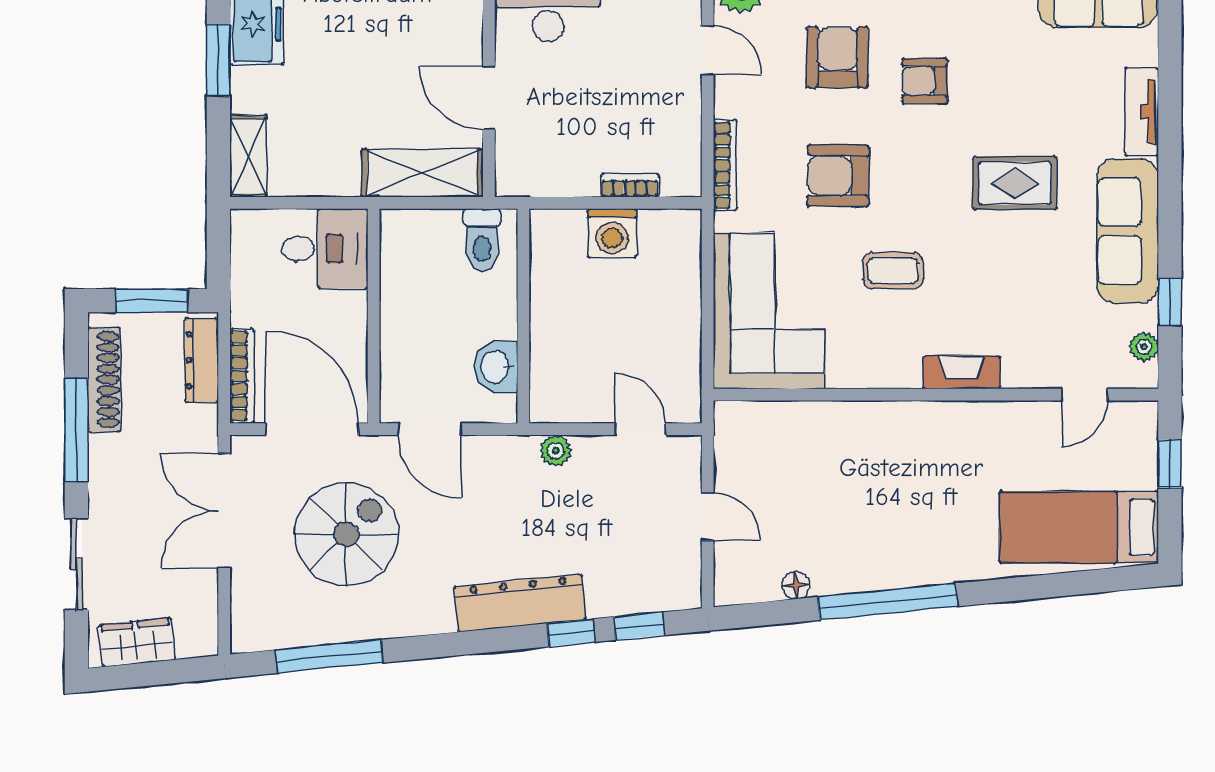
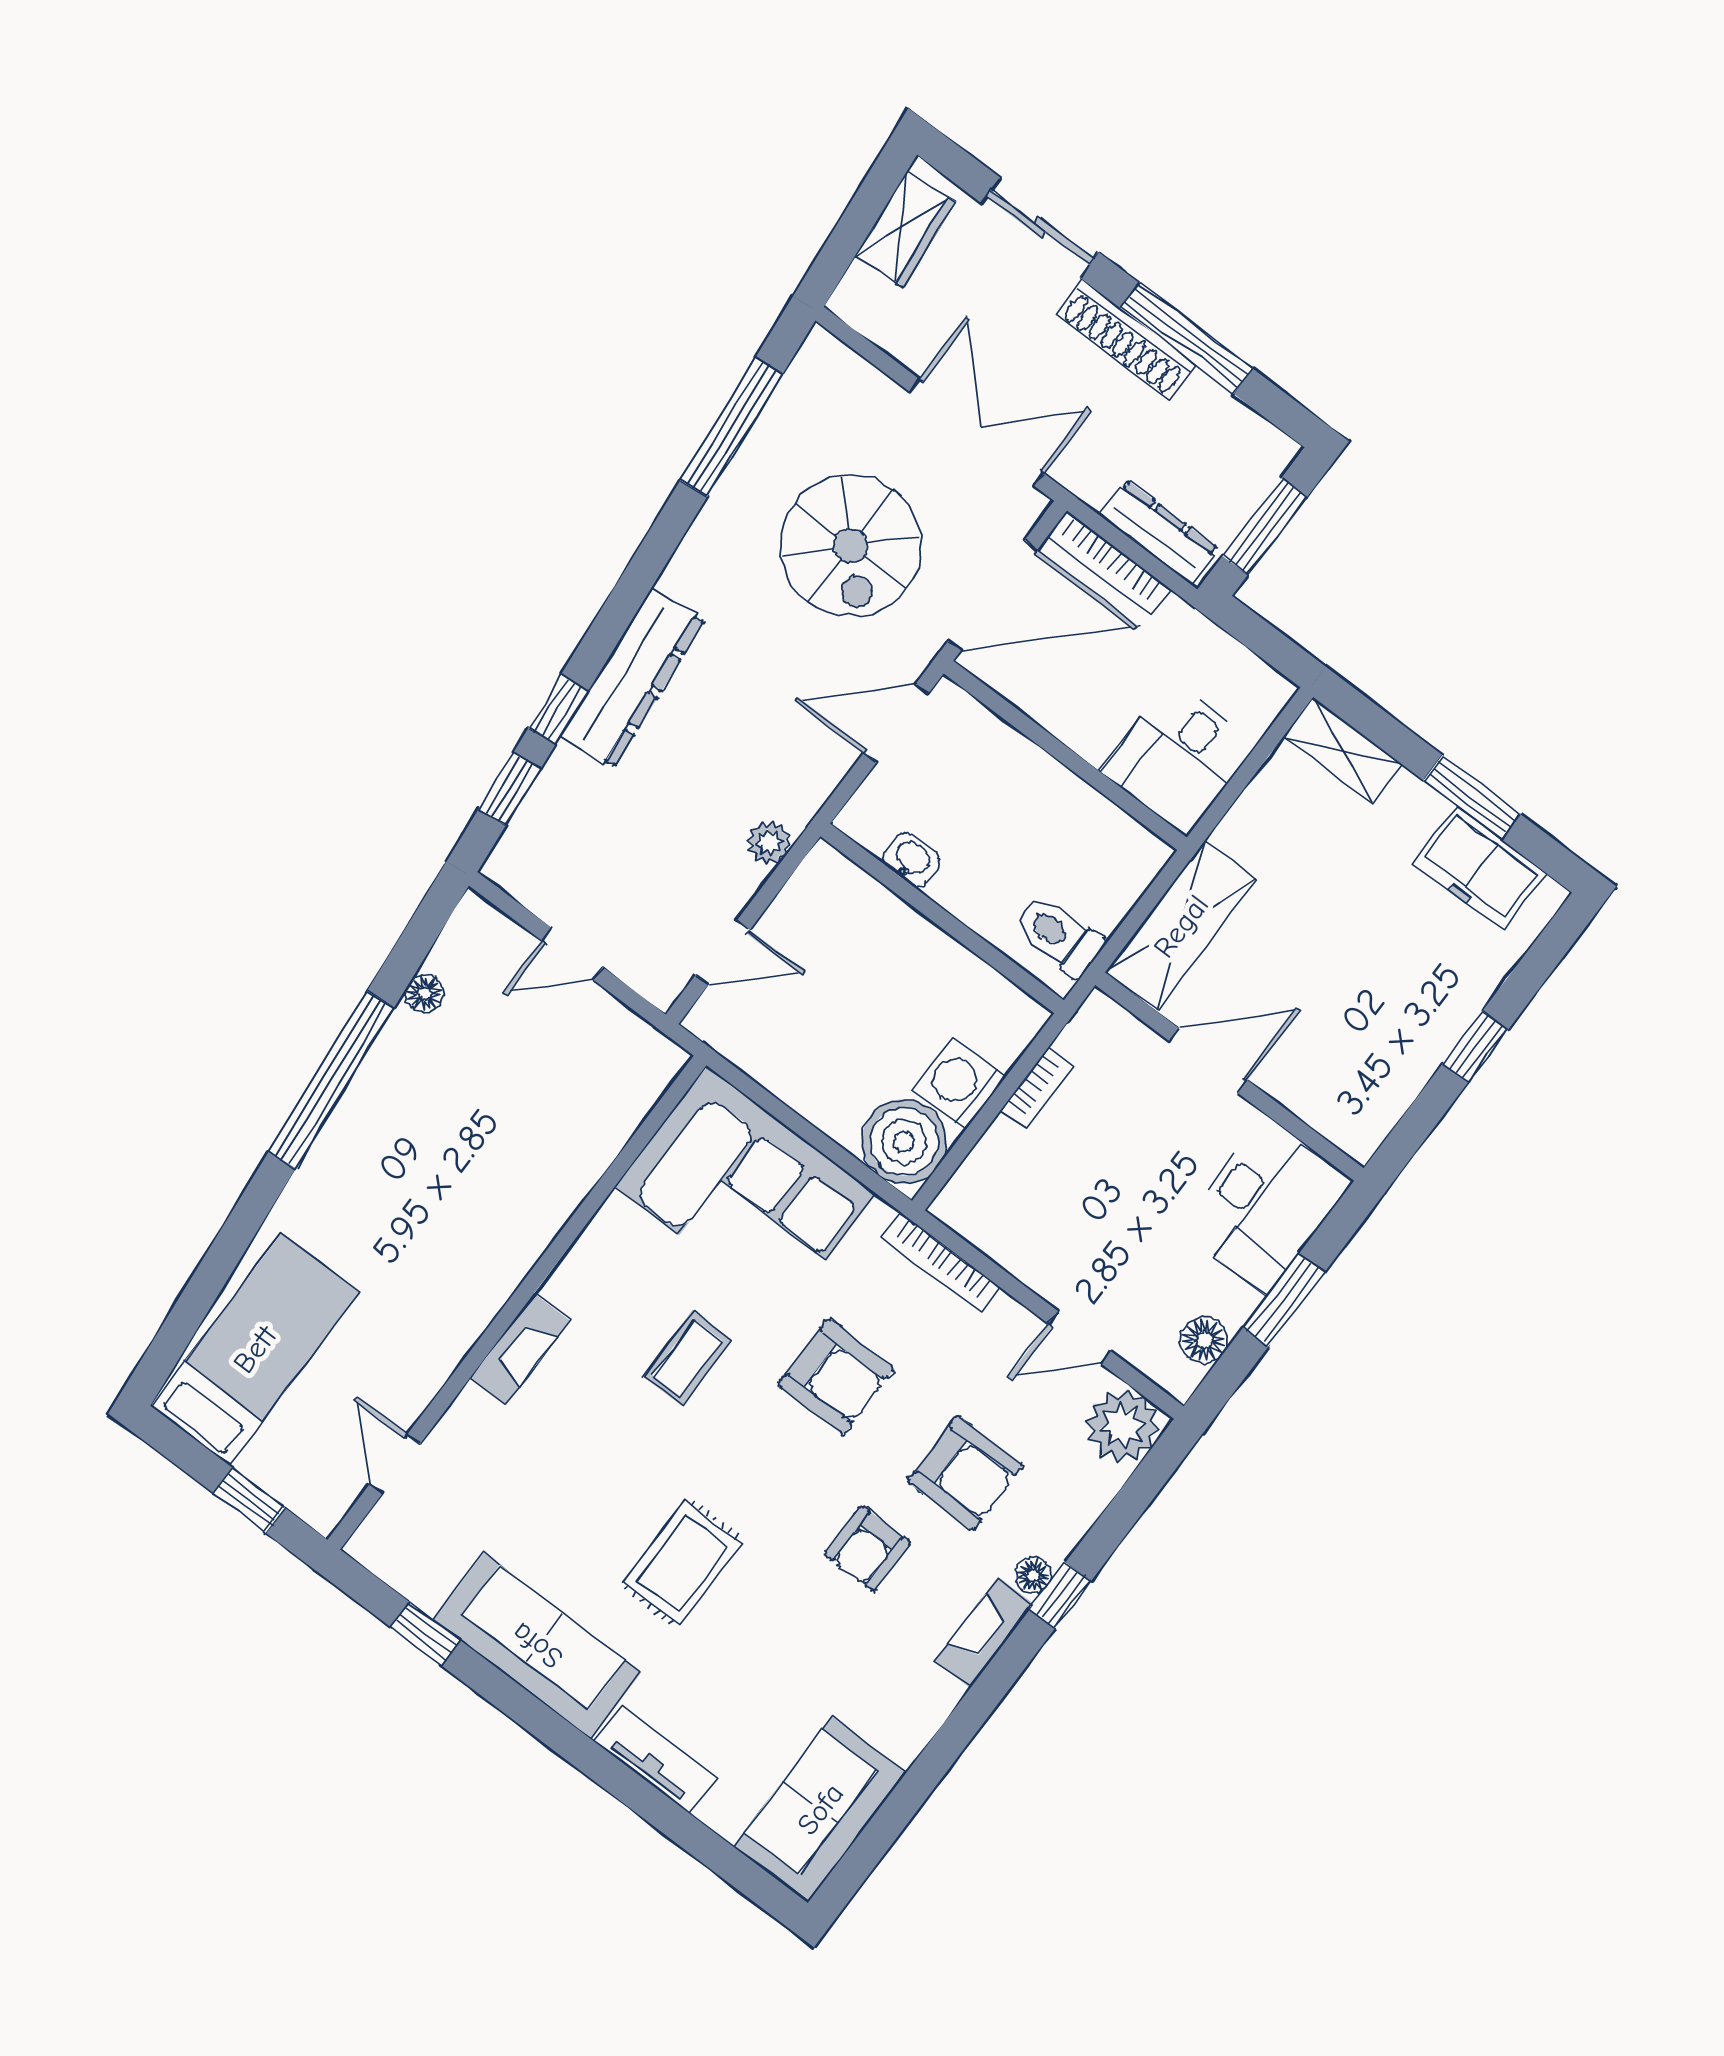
armchair: (925, 81) -> (868, 1549), turned 180
armchair: (838, 176) -> (836, 1376), turned 89
bookcase: (630, 185) -> (1037, 1088), moved
boiler: (671, 240) -> (904, 1142), added
plant: (1144, 347) -> (398, 1568), removed
washbasin: (496, 367) -> (912, 860), width x0.72, depth x0.69
shoe rack: (104, 380) -> (1126, 340), moved

